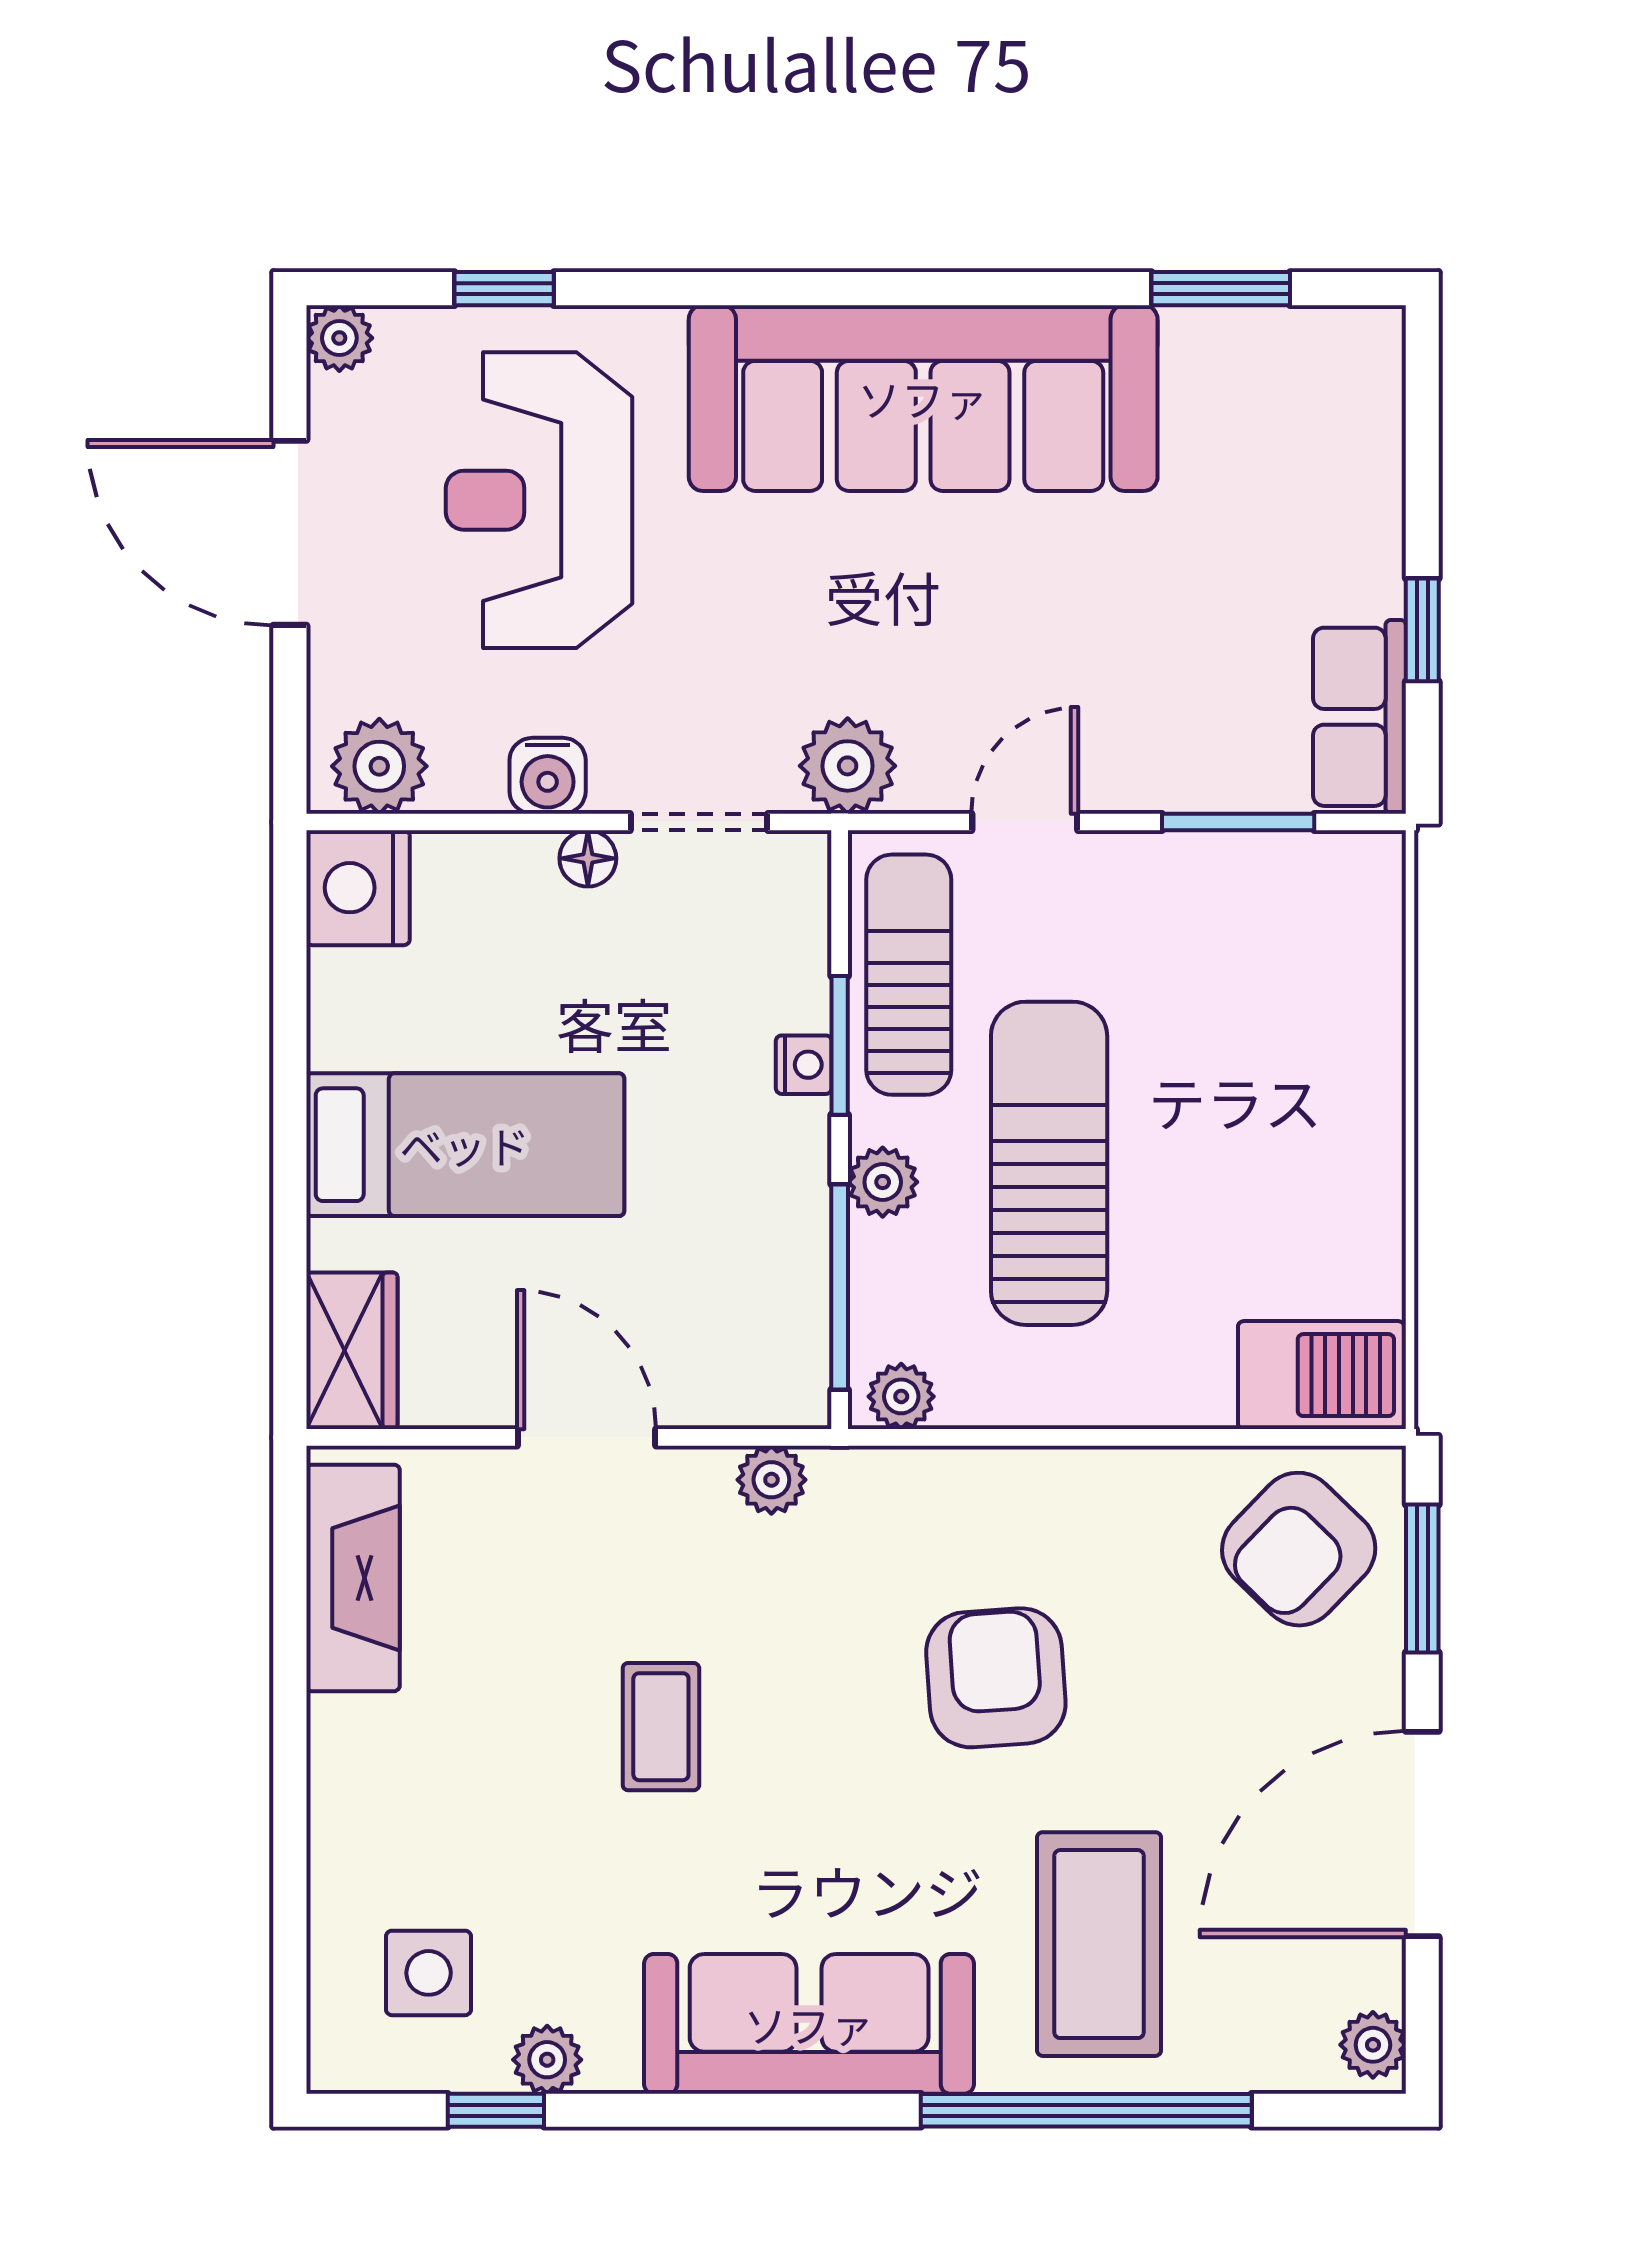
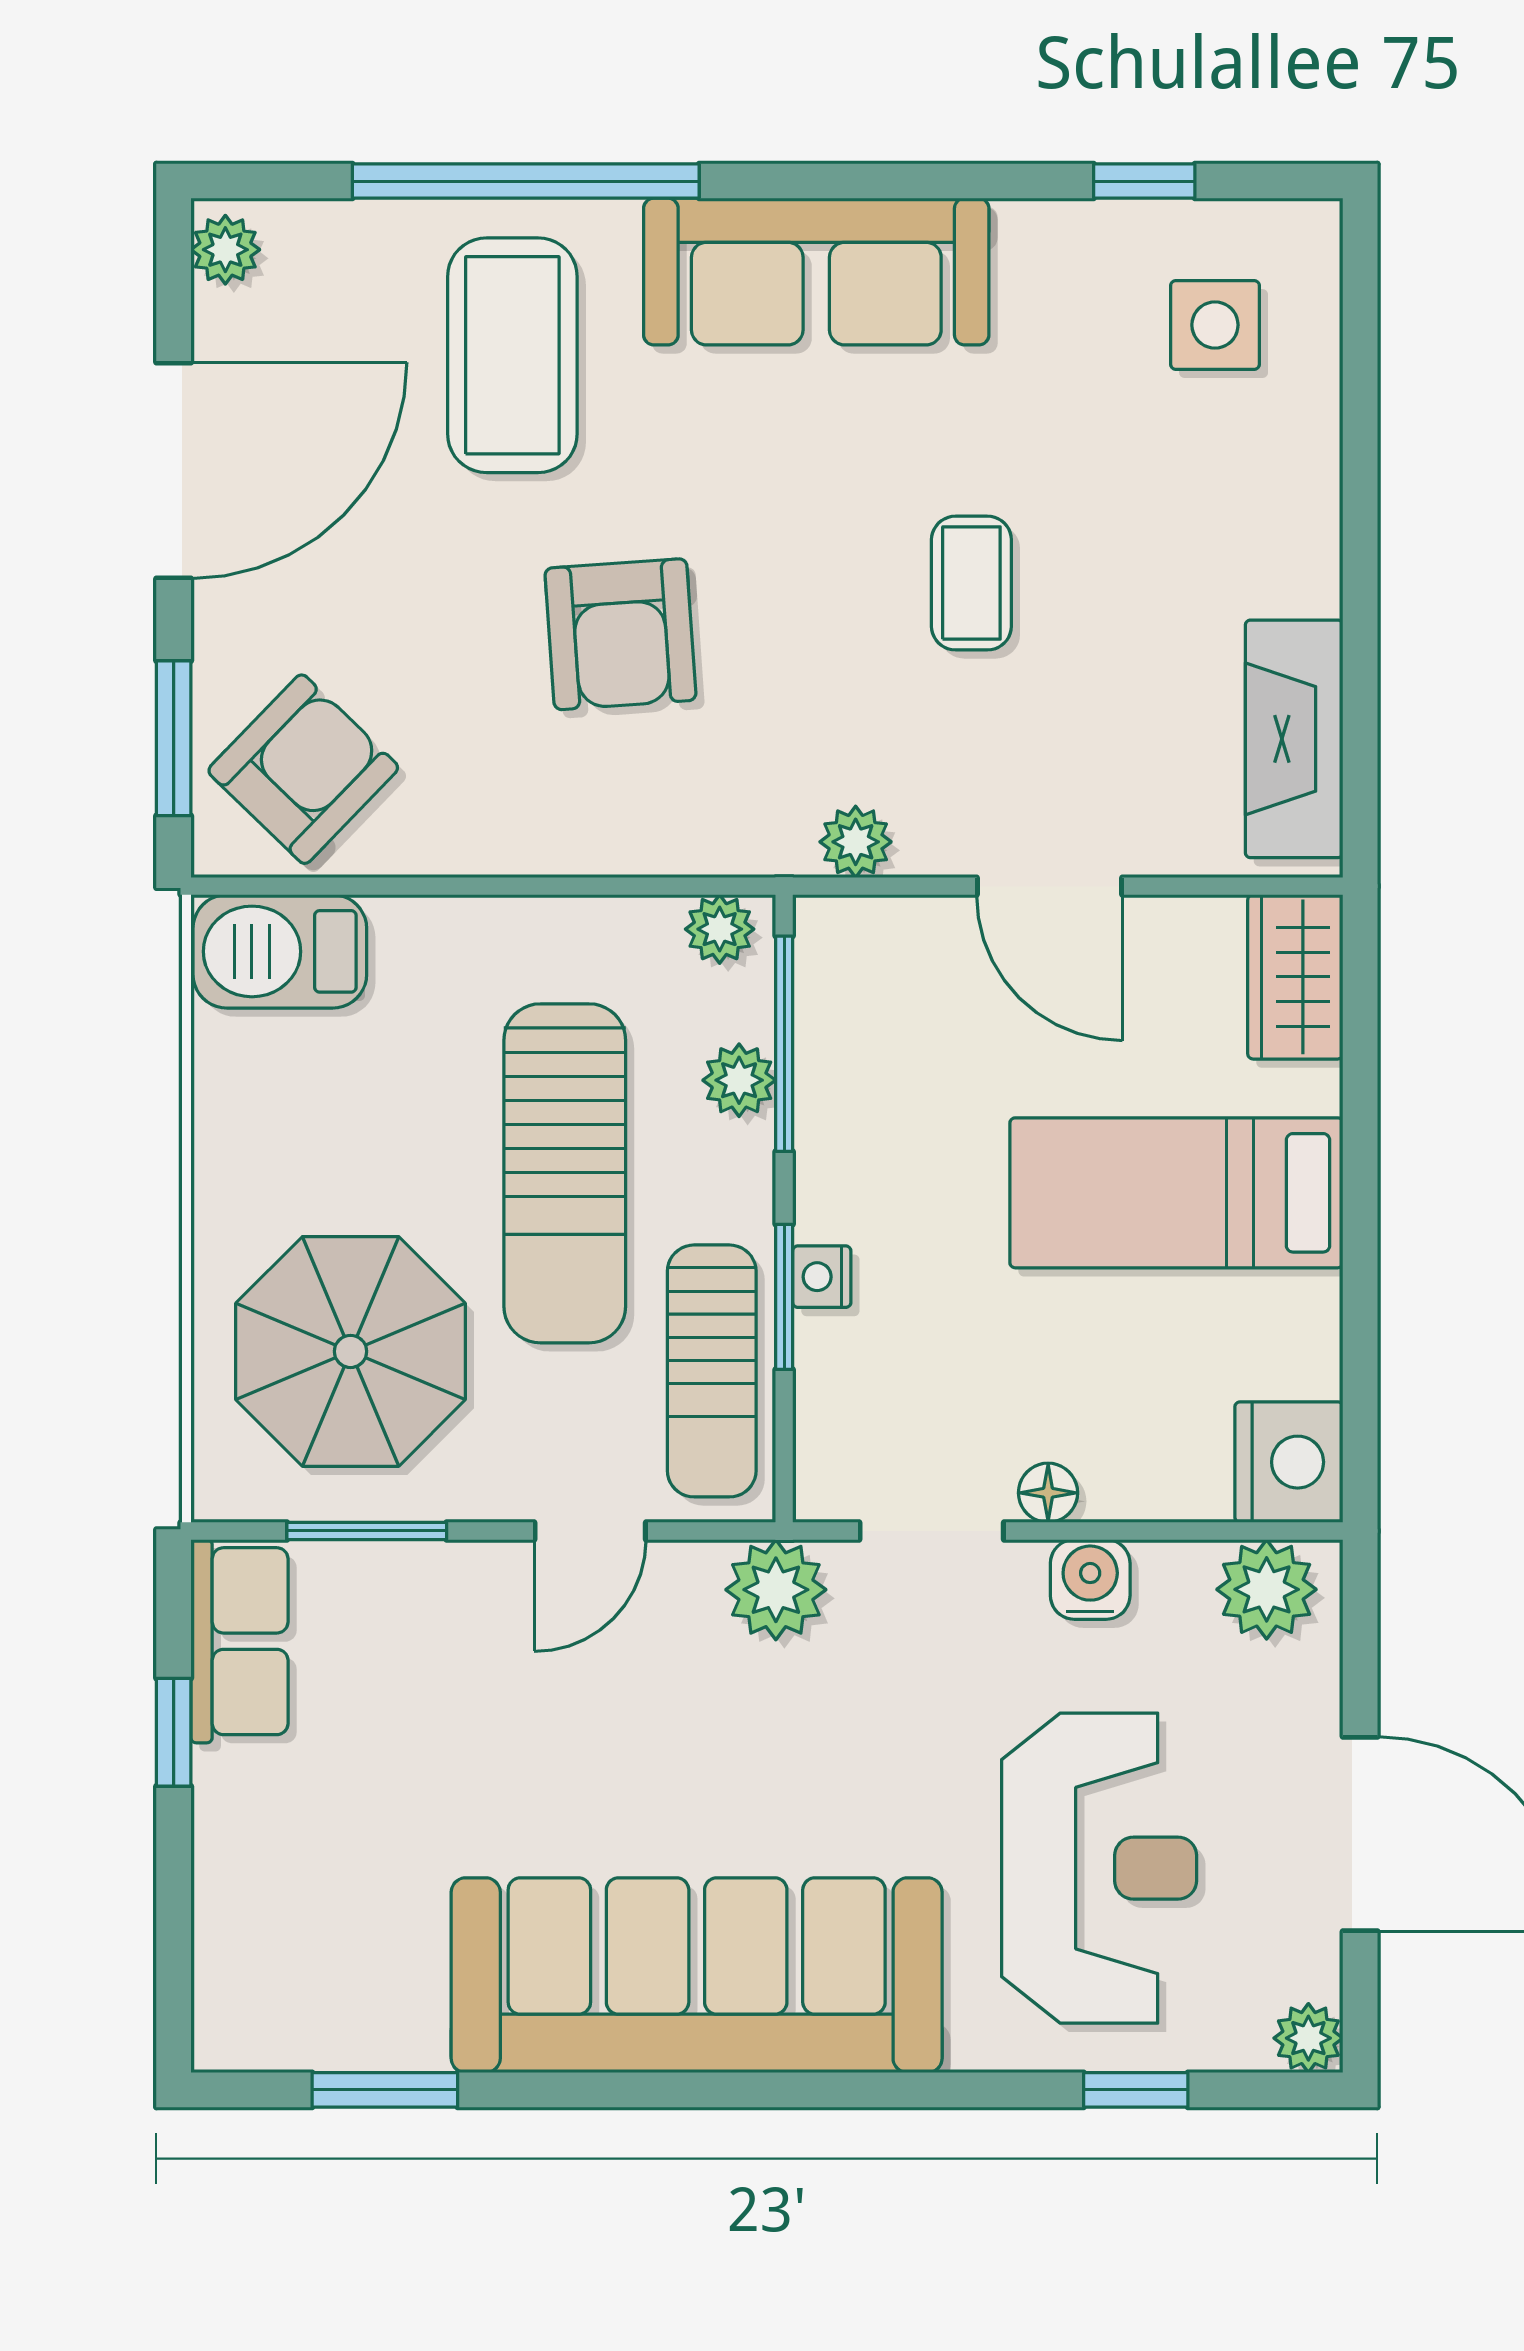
parasol: (1254, 993) -> (351, 1351), added
plant: (883, 1182) -> (739, 1080), moved
plant: (547, 2060) -> (1091, 234), removed

